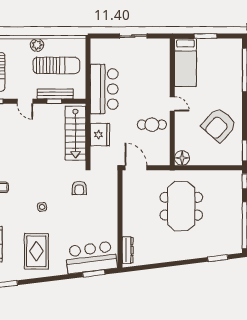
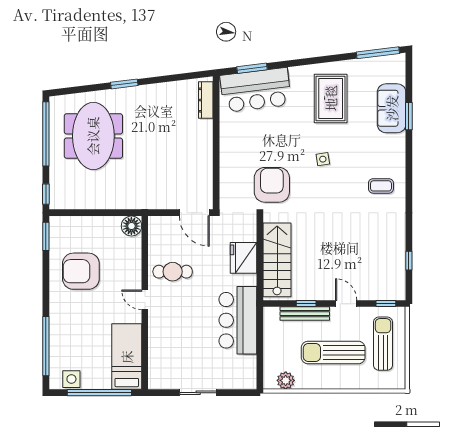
window: (205, 36) -> (99, 393), width x2.11
plant: (37, 45) -> (286, 380), moved
side table: (226, 46) -> (71, 379), added
sun lounger: (56, 65) -> (333, 353), moved
armchair: (219, 125) -> (81, 271), turned -132
armchair: (79, 188) -> (272, 185), width x1.88, depth x1.88
meeting table: (181, 206) -> (93, 136), moved
window: (218, 258) -> (124, 84), moved

